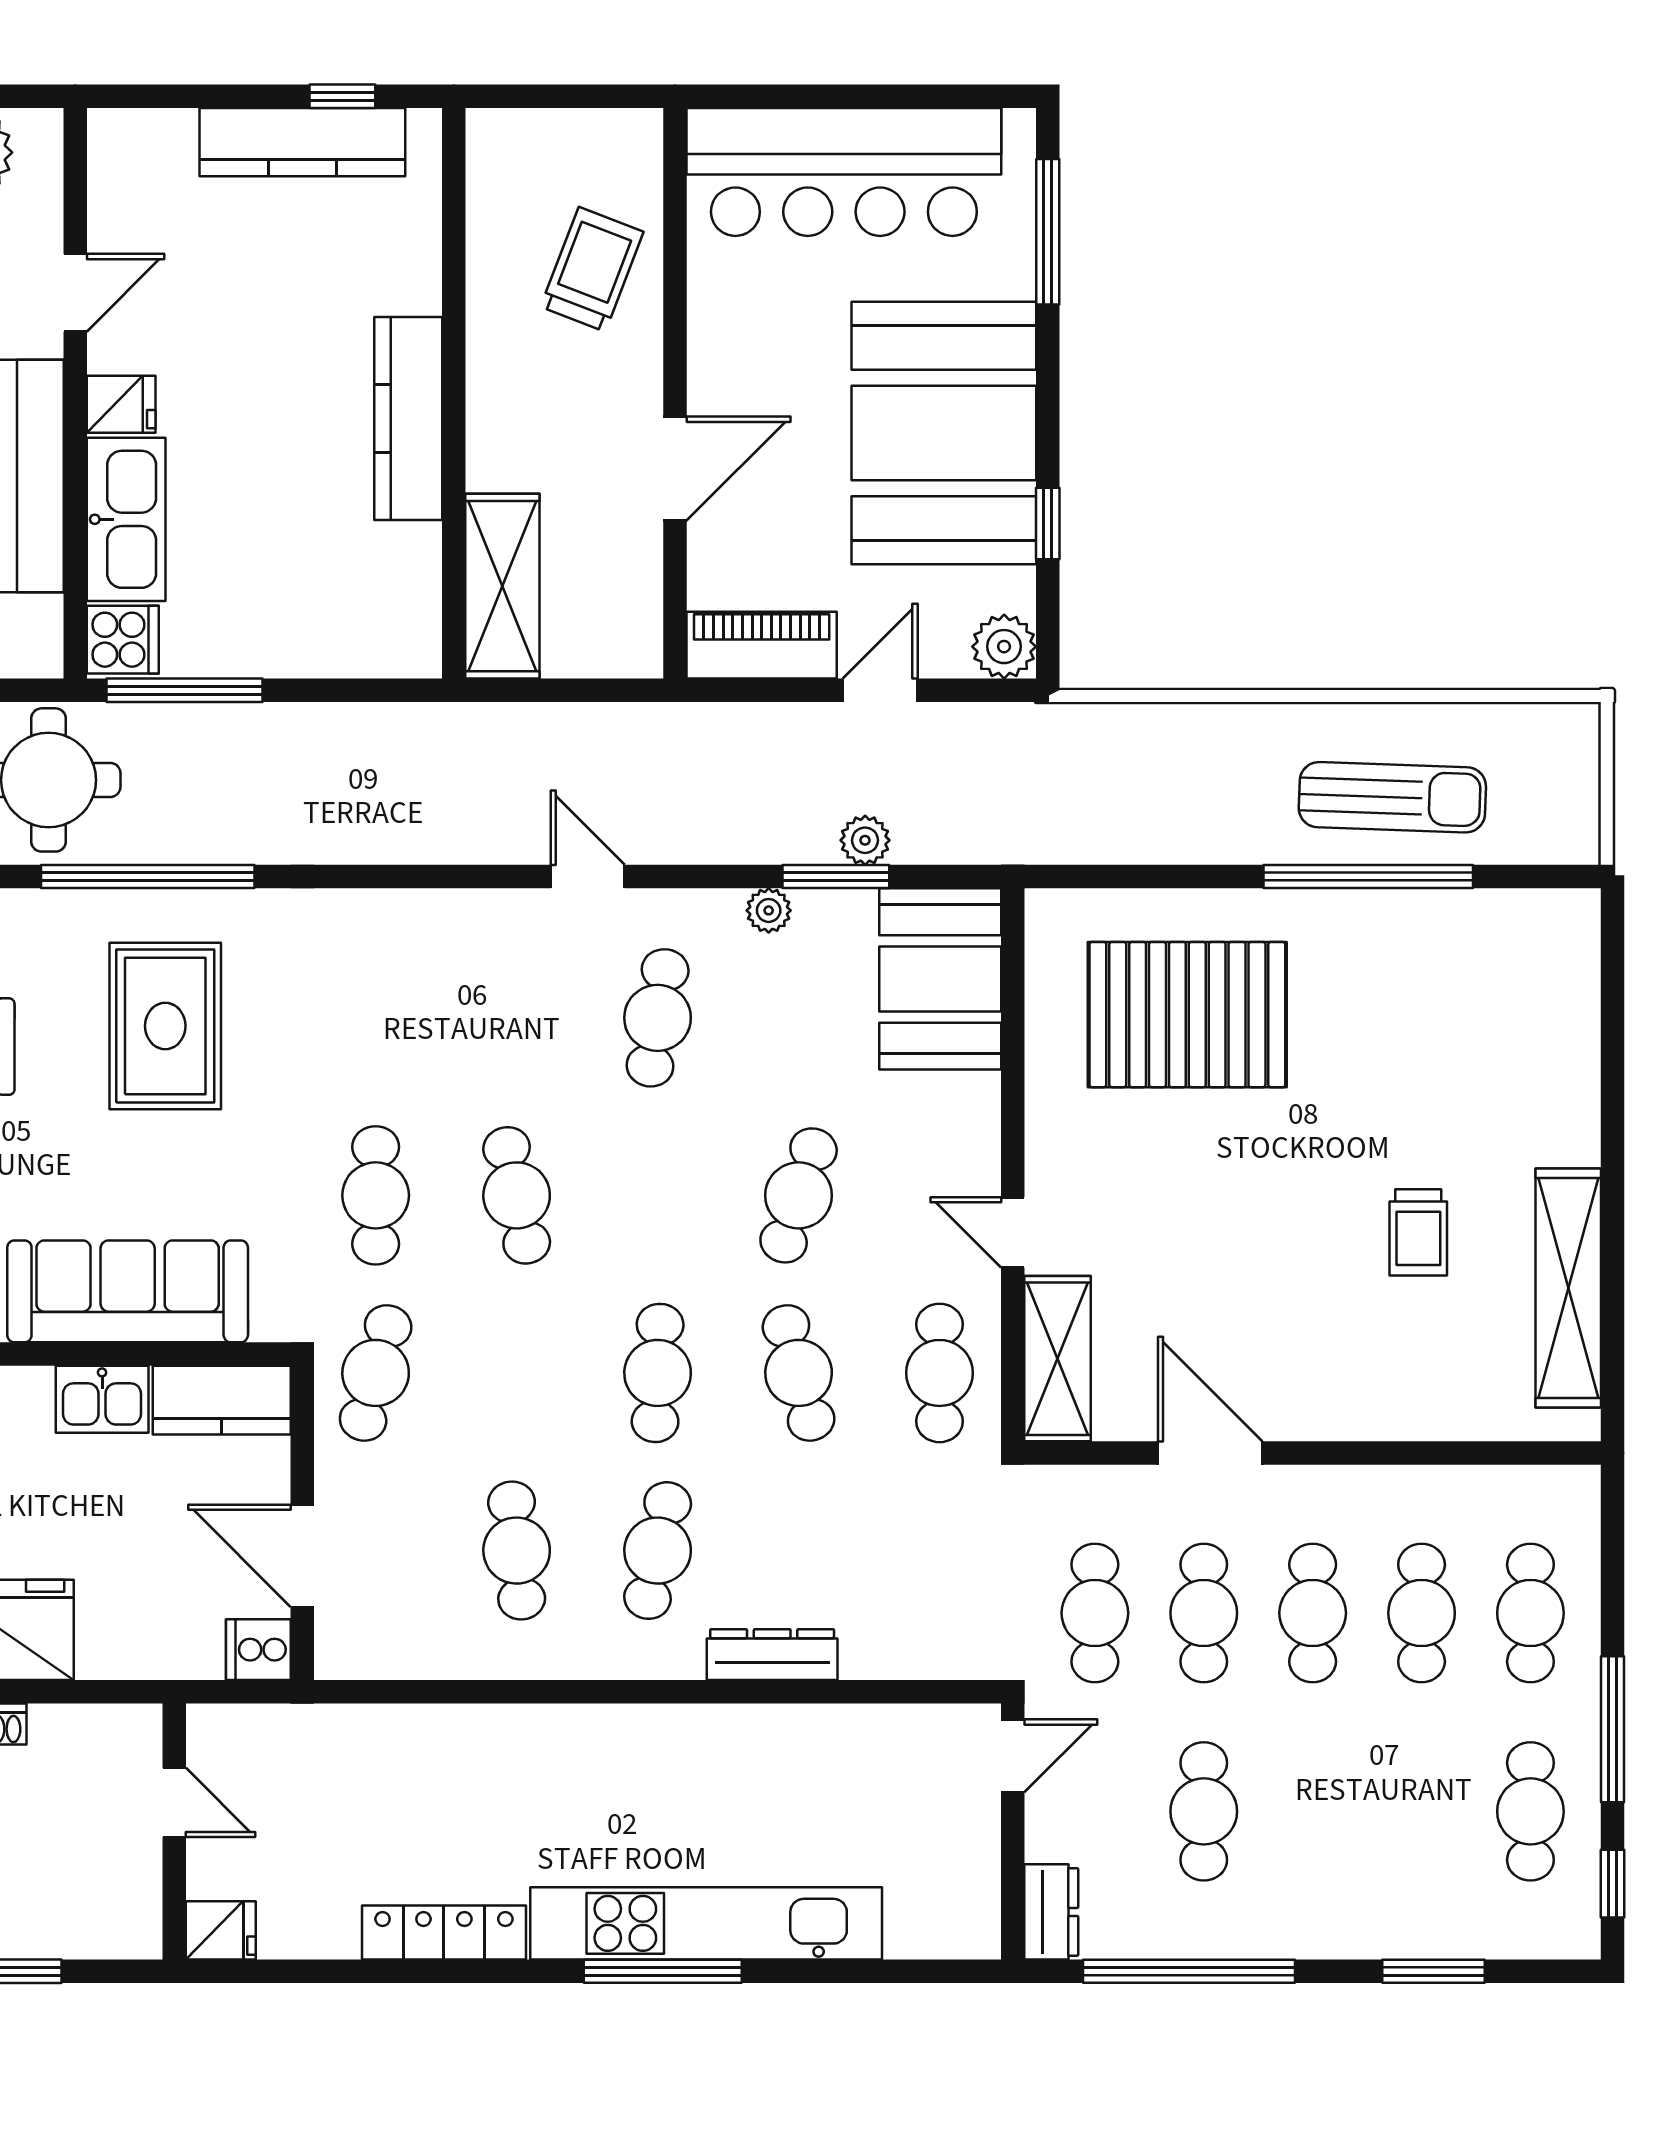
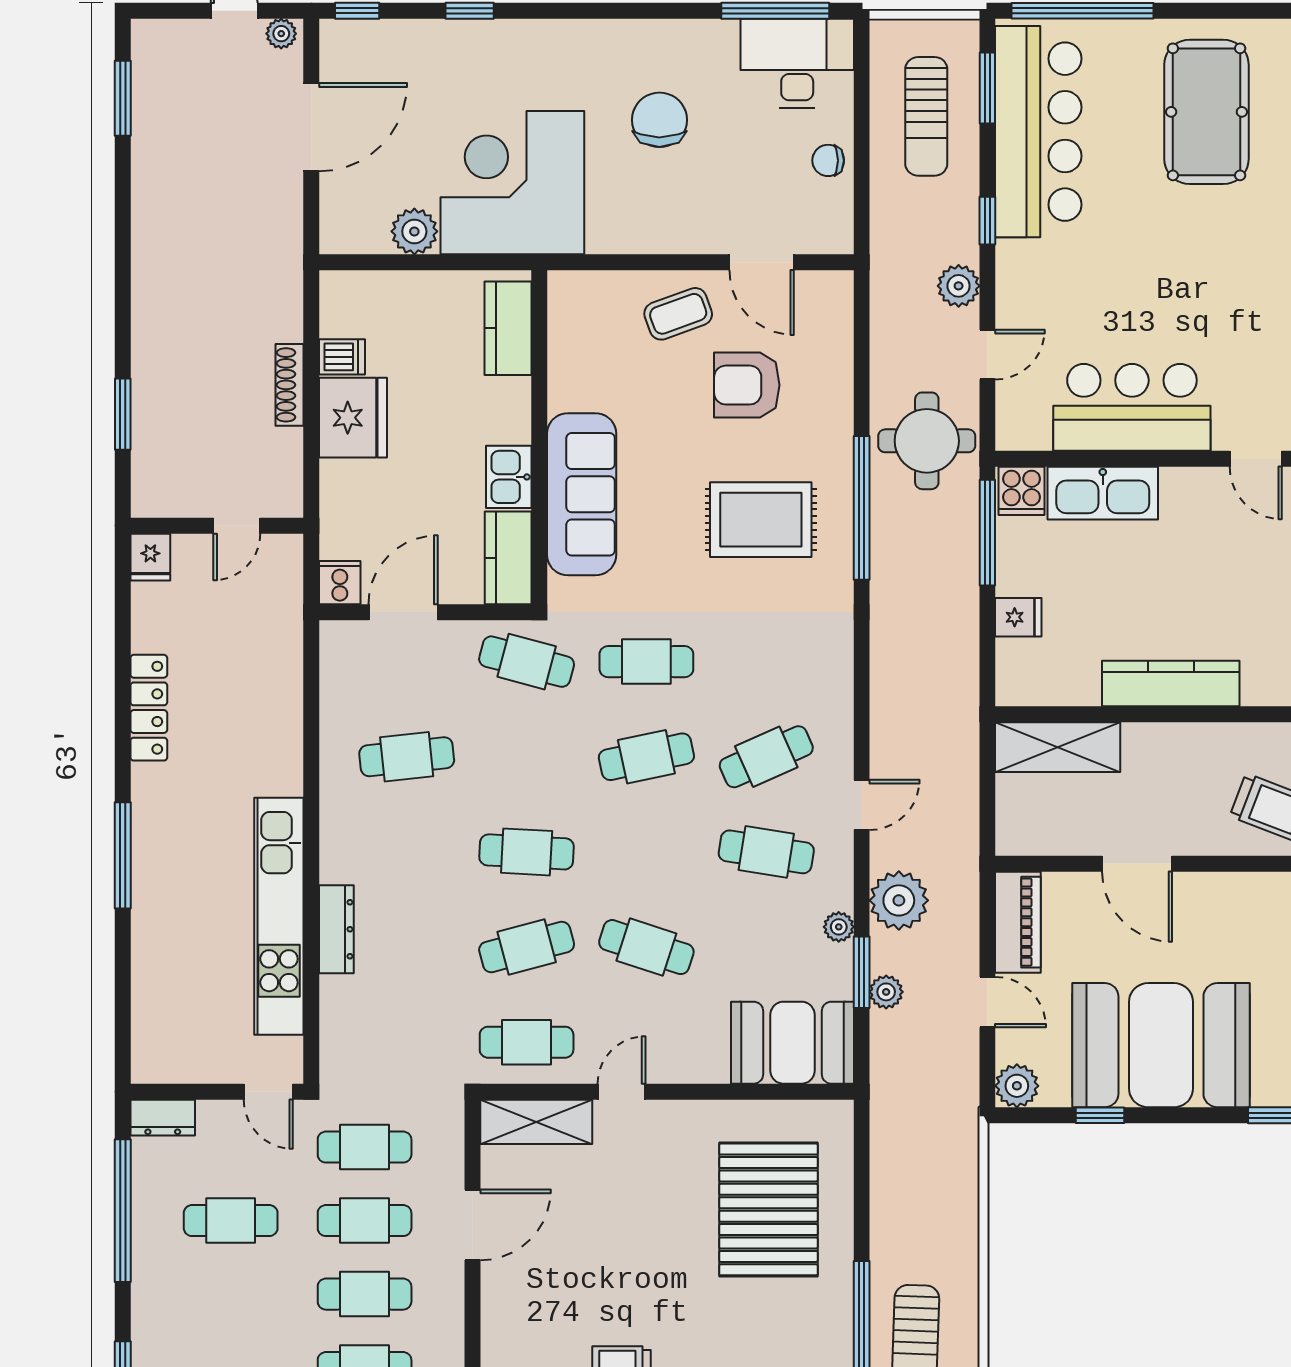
fridge: (121, 404) -> (1018, 617), moved, turned -90
plant: (729, 821) -> (899, 900), added
cafe table: (658, 1551) -> (766, 757), moved, turned -36
kitchen unit: (706, 1923) -> (279, 916), moved, turned 180

